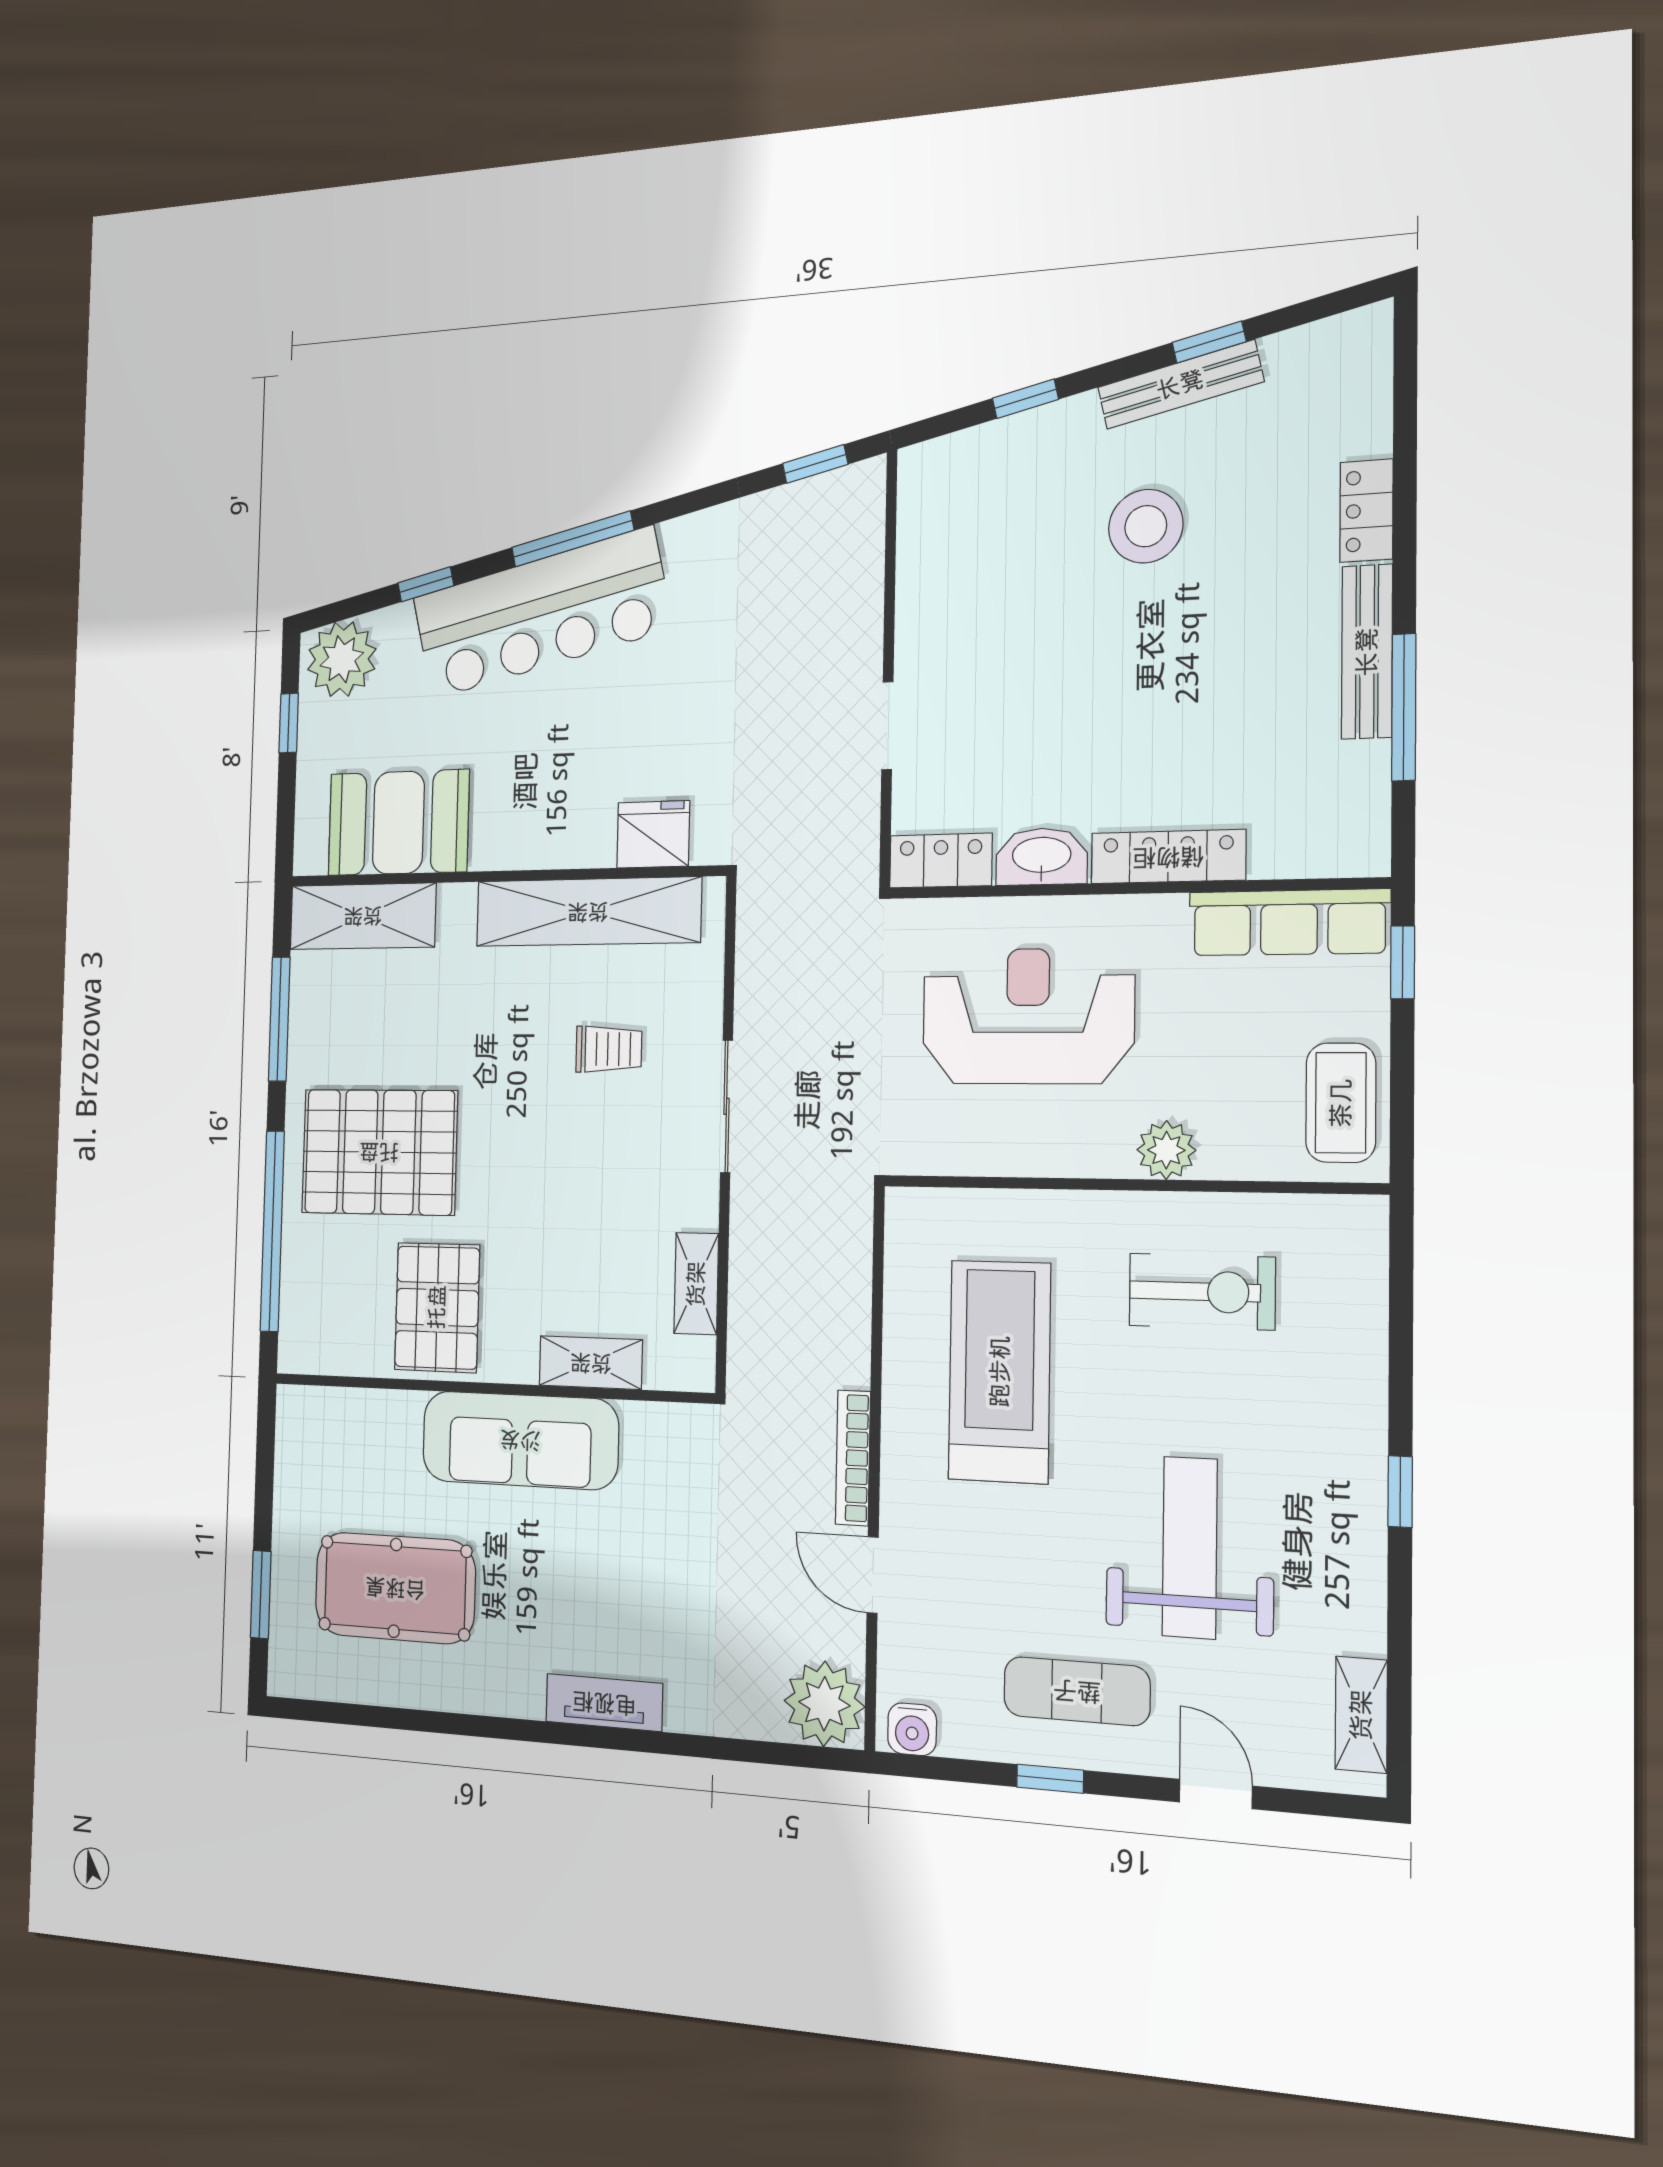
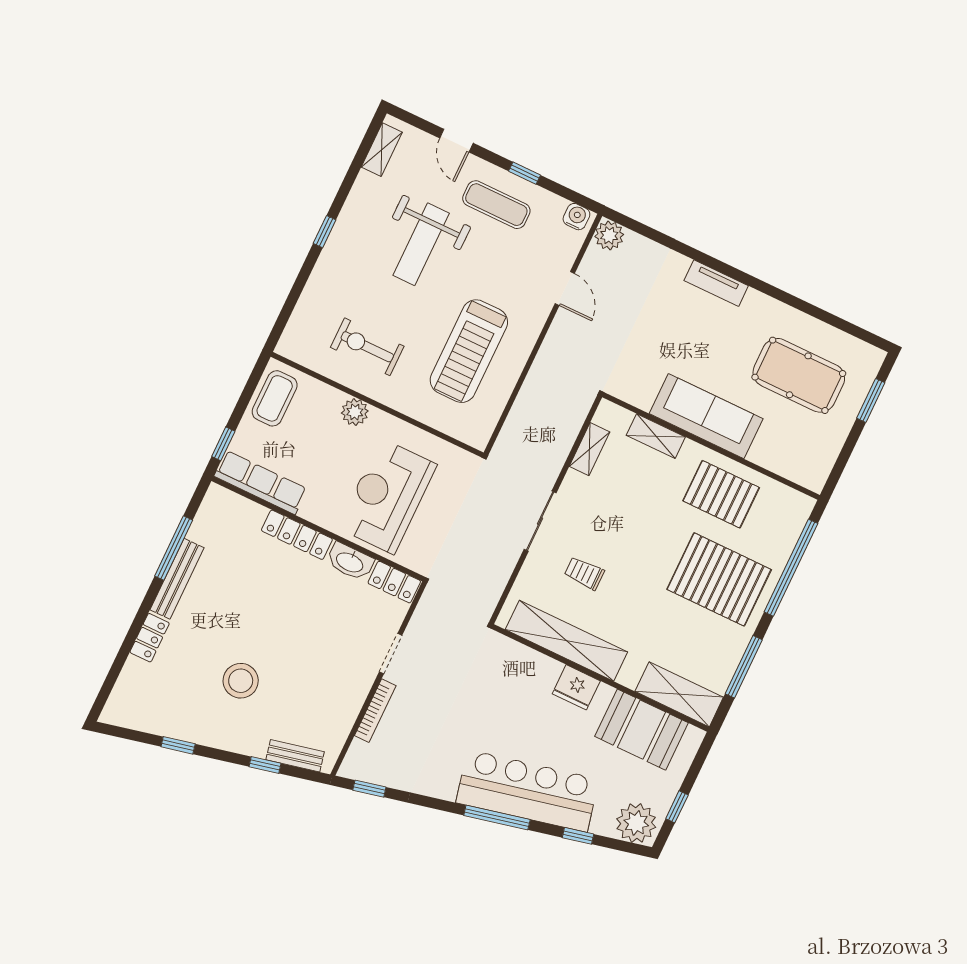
bench: (1180, 385) -> (295, 756), moved, width x0.73
fridge: (653, 834) -> (576, 687), moved
reception desk: (1028, 1016) -> (387, 496), turned 90
pallet: (437, 1307) -> (721, 494), turned 90
bookcase: (853, 1458) -> (375, 711), moved
plant: (824, 1704) -> (609, 235), width x0.73, depth x0.73

